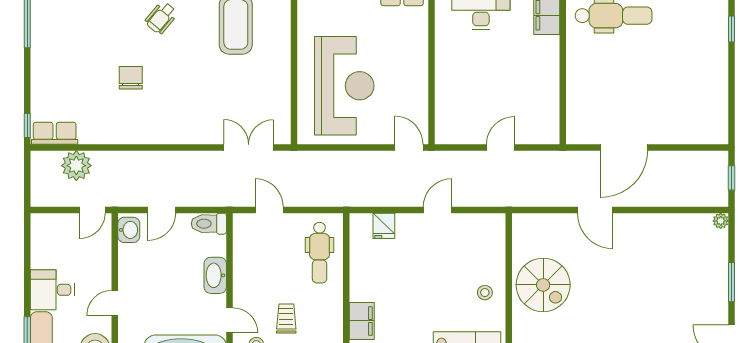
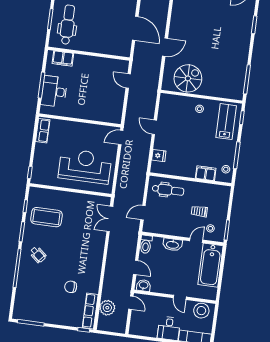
chair: (131, 78) -> (71, 287), moved
row of seats: (55, 133) -> (90, 311), width x1.48
door: (501, 147) -> (128, 81), moved
spiral stairs: (543, 285) -> (188, 78), moved

